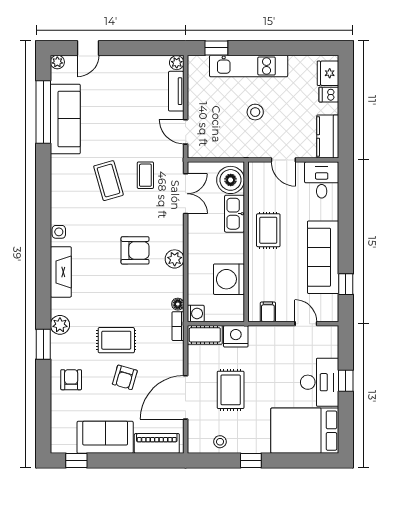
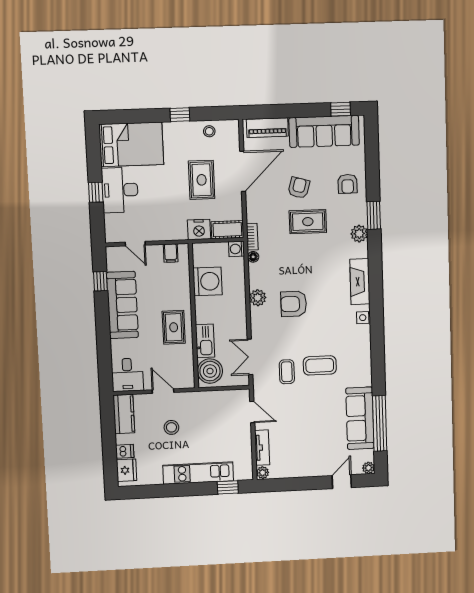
stool: (255, 112) -> (171, 427), moved
coffee table: (108, 181) -> (320, 365), turned -74
sofa: (105, 437) -> (324, 131), width x1.36

